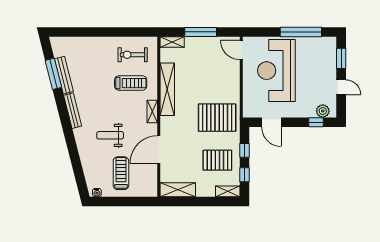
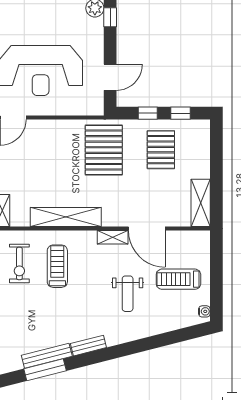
bench: (73, 111) -> (88, 346), width x0.73
shelving: (152, 111) -> (113, 237), moved
shelving: (228, 191) -> (203, 136), removed

